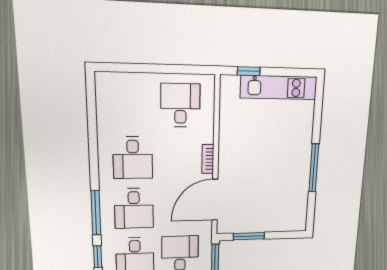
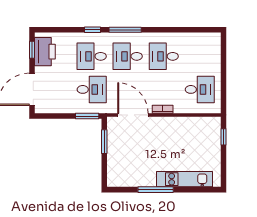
kitchen unit: (279, 87) -> (184, 179), moved, turned 90

